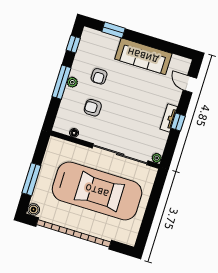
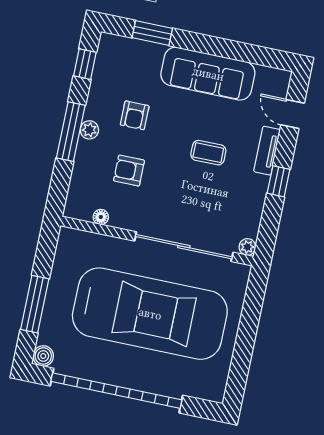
coffee table: (139, 102) -> (208, 153), added
tv unit: (169, 118) -> (267, 151), moved

